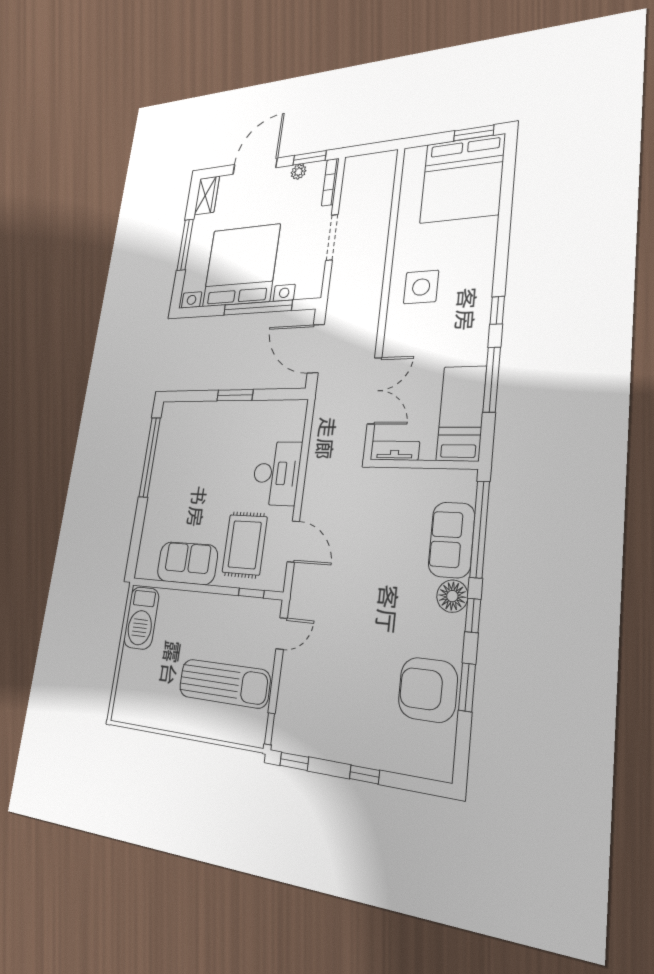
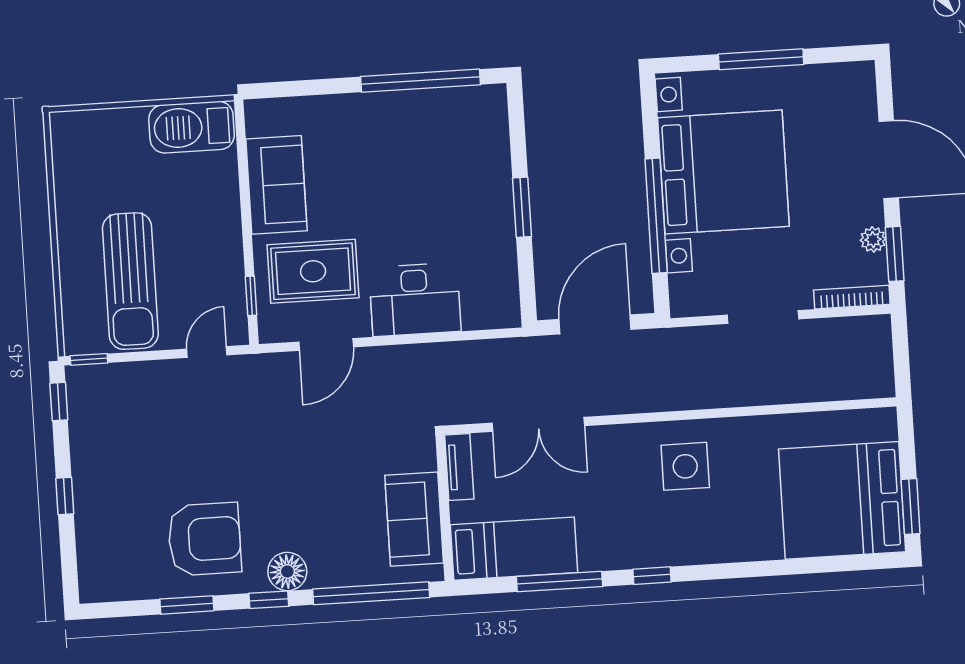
wardrobe: (207, 195) -> (844, 80), removed
sofa: (451, 540) -> (414, 519), moved, turned -90
door: (282, 634) -> (207, 352), swing flipped
armchair: (428, 690) -> (205, 539), moved, turned 90

